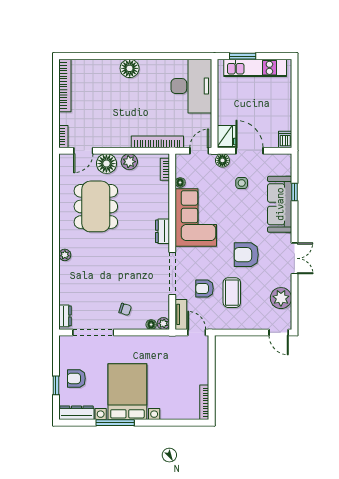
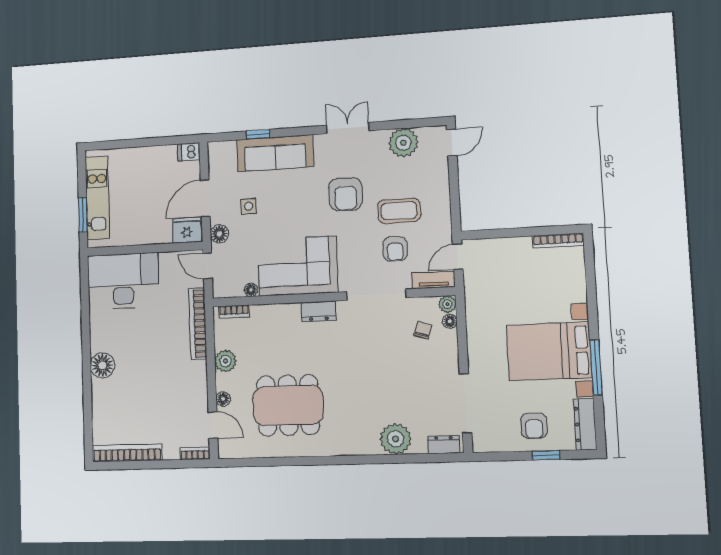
floor lamp: (106, 164) -> (223, 399), width x0.53, depth x0.53
plant: (65, 255) -> (396, 439), moved, width x1.88, depth x1.88
chair: (125, 309) -> (423, 330), moved

